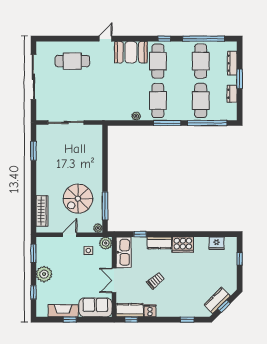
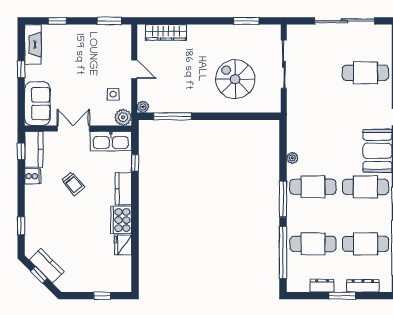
cafe table: (72, 61) -> (365, 73), turned 90
spiral stairs: (78, 199) -> (235, 79), moved
fridge: (217, 243) -> (123, 245), moved
plant: (44, 274) -> (82, 35), removed
fireplace: (63, 311) -> (33, 45), moved

